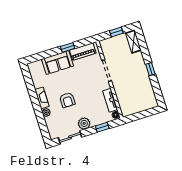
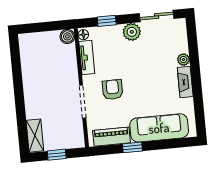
sofa: (58, 63) -> (159, 128), width x1.36
window: (150, 69) -> (19, 90), removed
armchair: (67, 100) -> (113, 90), moved
boiler: (126, 111) -> (67, 36), added

